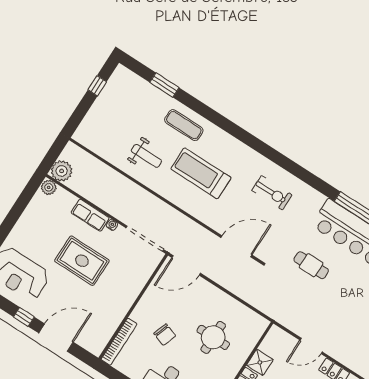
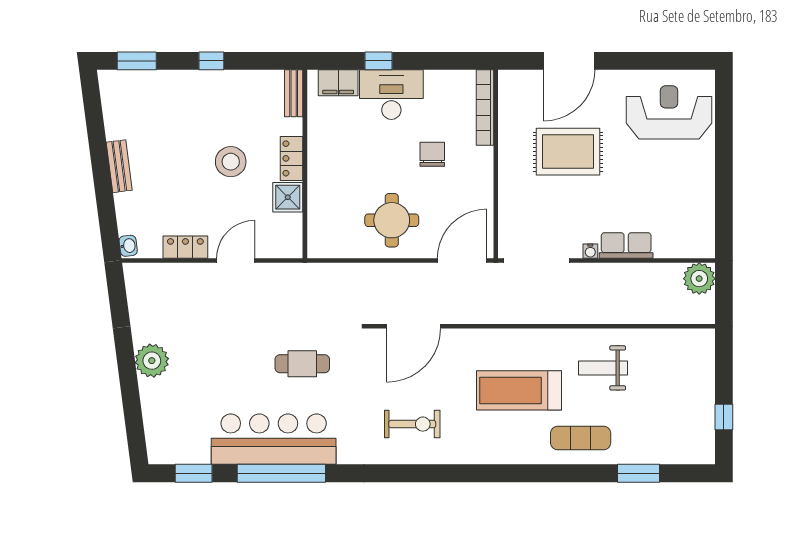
treadmill: (201, 173) -> (519, 390), turned 180
plant: (49, 187) -> (702, 247), removed
exercise bike: (272, 193) -> (412, 424), turned 180
rug: (82, 261) -> (568, 152), moved
window: (24, 317) -> (627, 61), removed
chair: (165, 335) -> (432, 154), turned 71
round table: (213, 337) -> (392, 220), moved

